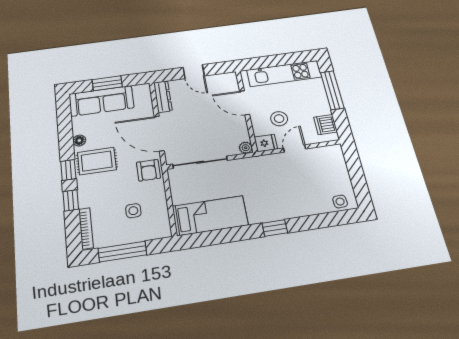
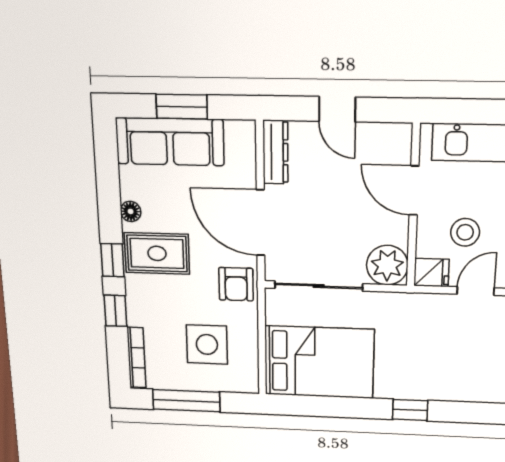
plant: (246, 148) -> (387, 265), width x1.87, depth x1.87
side table: (133, 211) -> (207, 344), width x1.87, depth x1.87
bed: (210, 216) -> (319, 362), width x1.50

